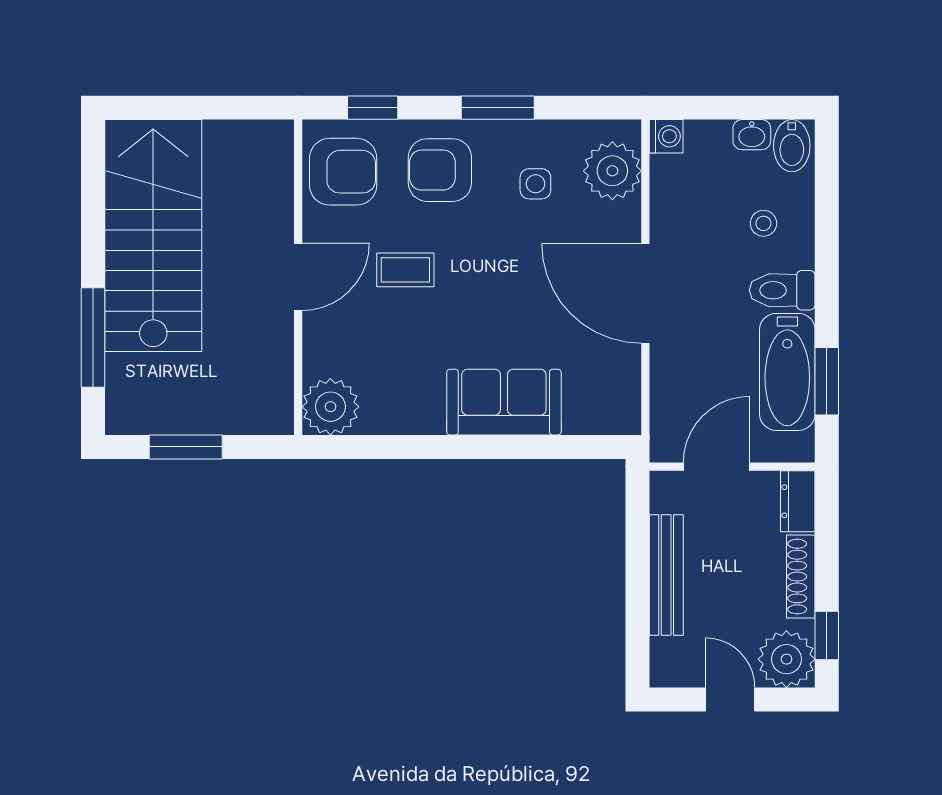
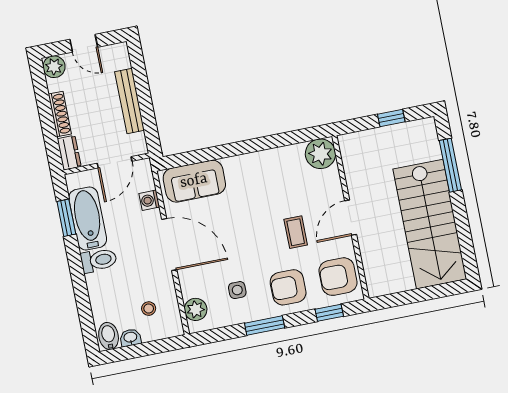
washing machine: (666, 136) -> (149, 200), moved
armchair: (440, 170) -> (288, 287), turned 180
plant: (612, 171) -> (196, 309), width x0.73, depth x0.73
stool: (763, 223) -> (149, 309), moved
coffee table: (405, 270) -> (296, 232), turned 90
sofa: (504, 402) -> (194, 181), moved
window: (186, 447) -> (391, 118), width x0.67
window: (827, 636) -> (40, 86), removed
plant: (786, 659) -> (54, 67), width x0.73, depth x0.73

